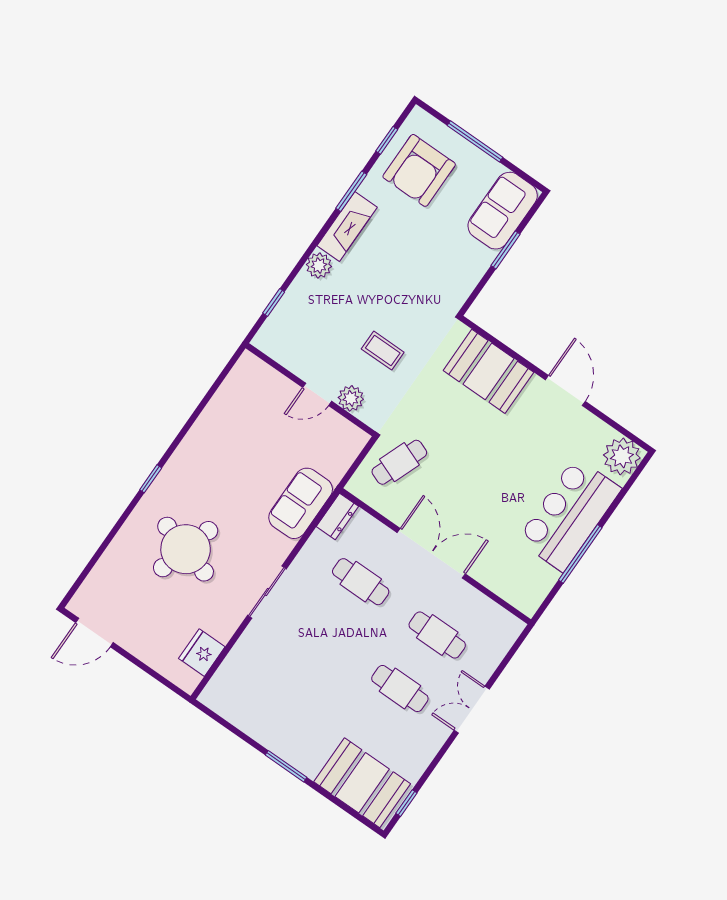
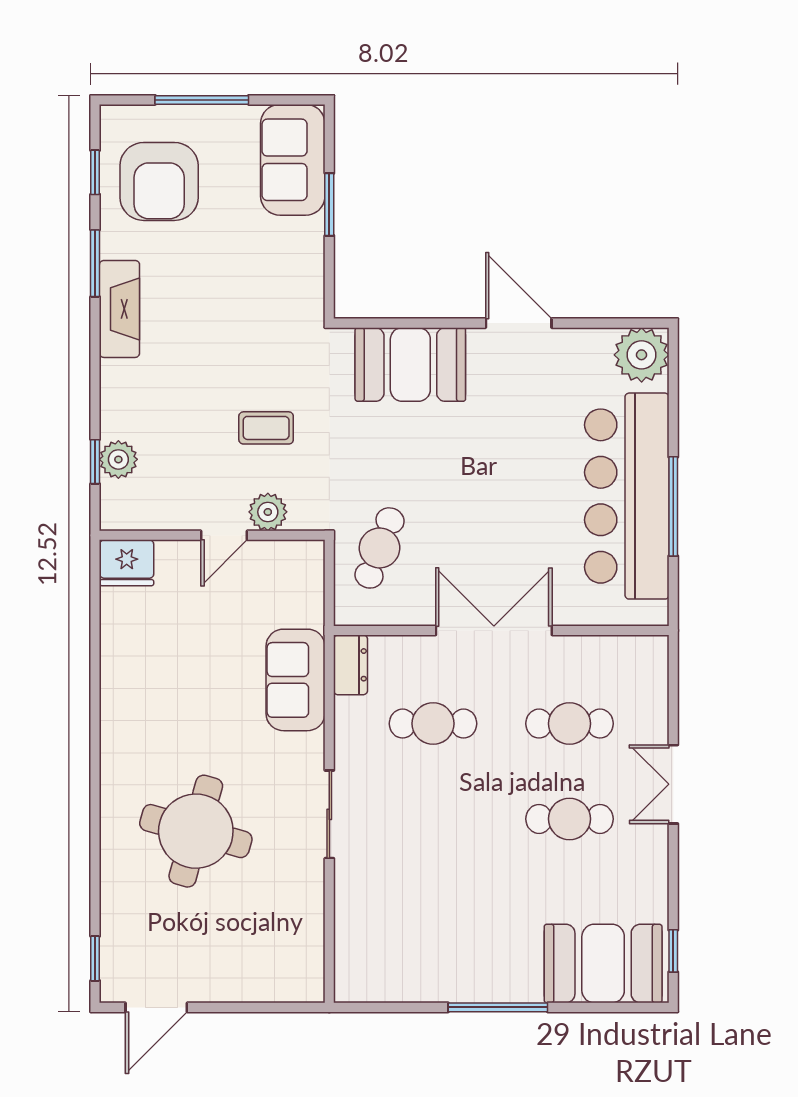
plant: (319, 265) -> (118, 459), moved
window: (151, 479) -> (95, 958), moved
bar counter: (569, 514) -> (627, 496), width x1.36
fridge: (202, 653) -> (127, 563), moved, turned -90
window: (286, 766) -> (498, 1007), width x1.44

